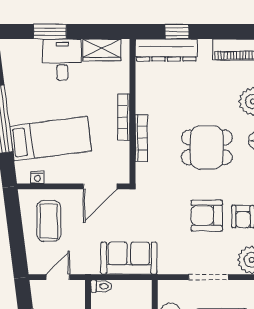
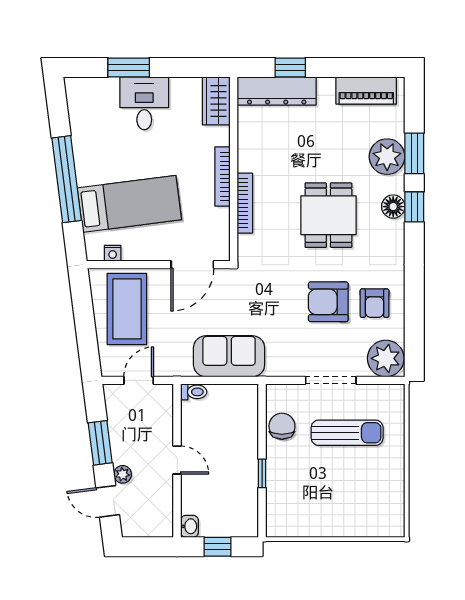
wardrobe: (102, 50) -> (216, 101), moved, turned 90
dining table: (207, 147) -> (328, 215), turned 90
coffee table: (49, 221) -> (127, 309), width x1.36, depth x1.32

